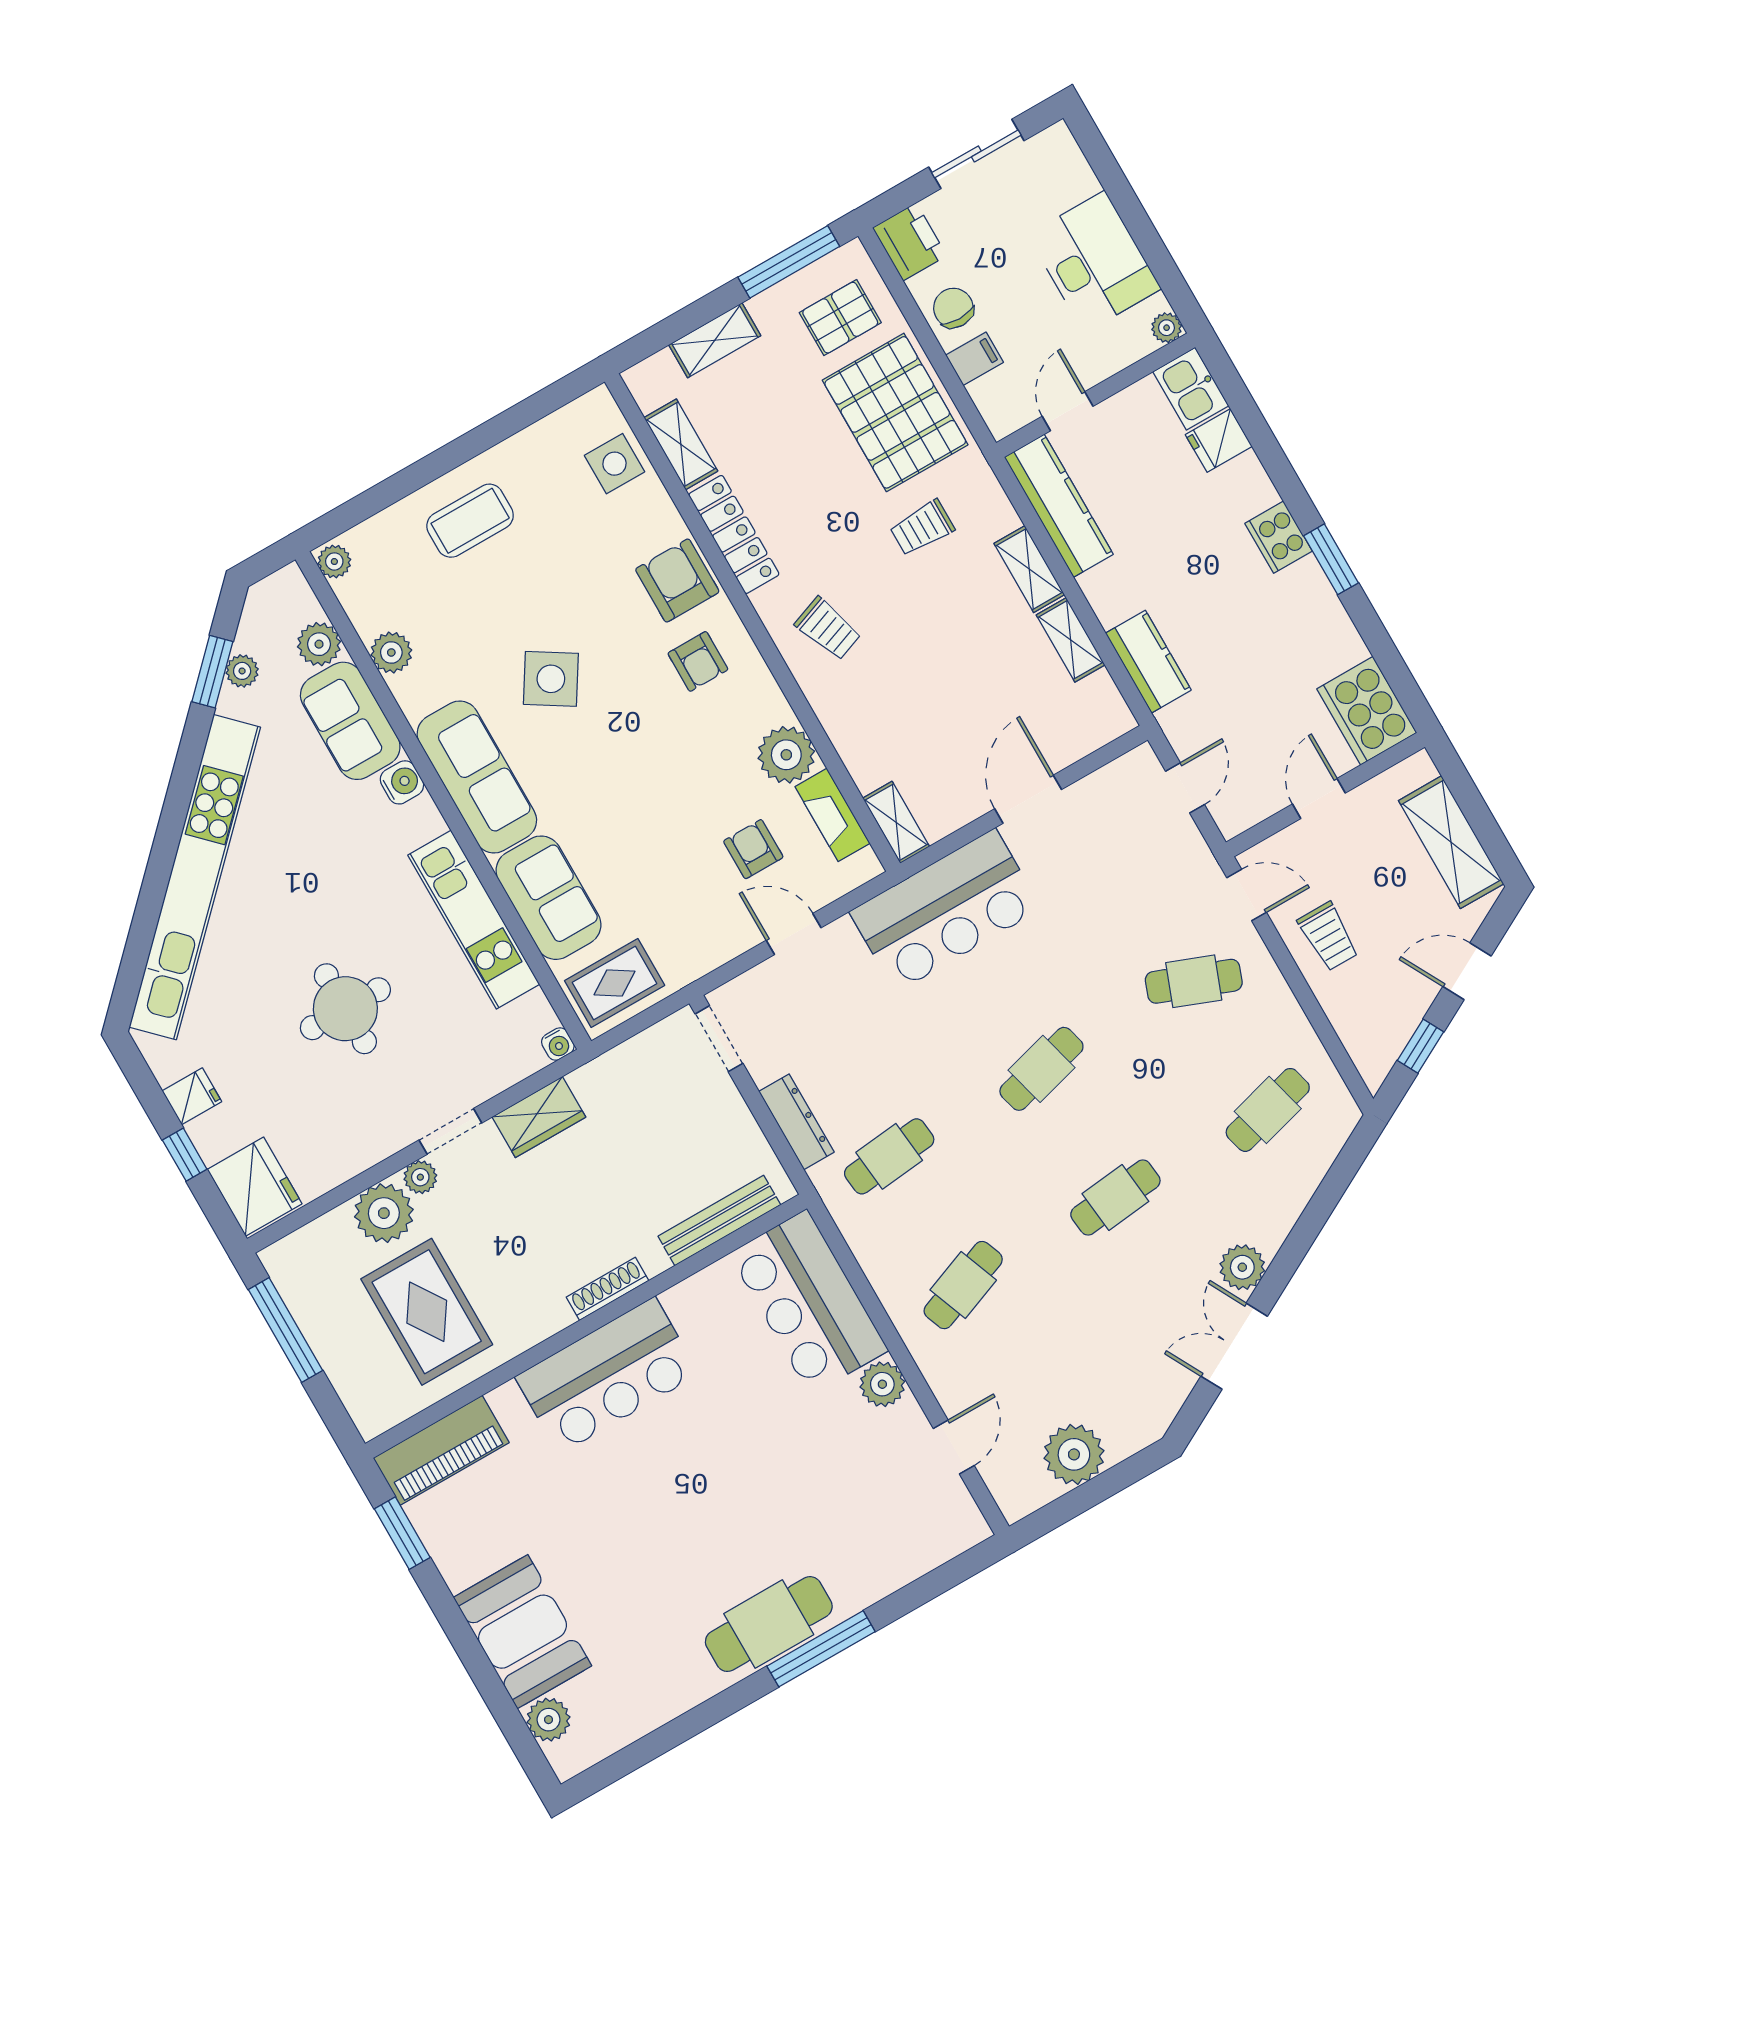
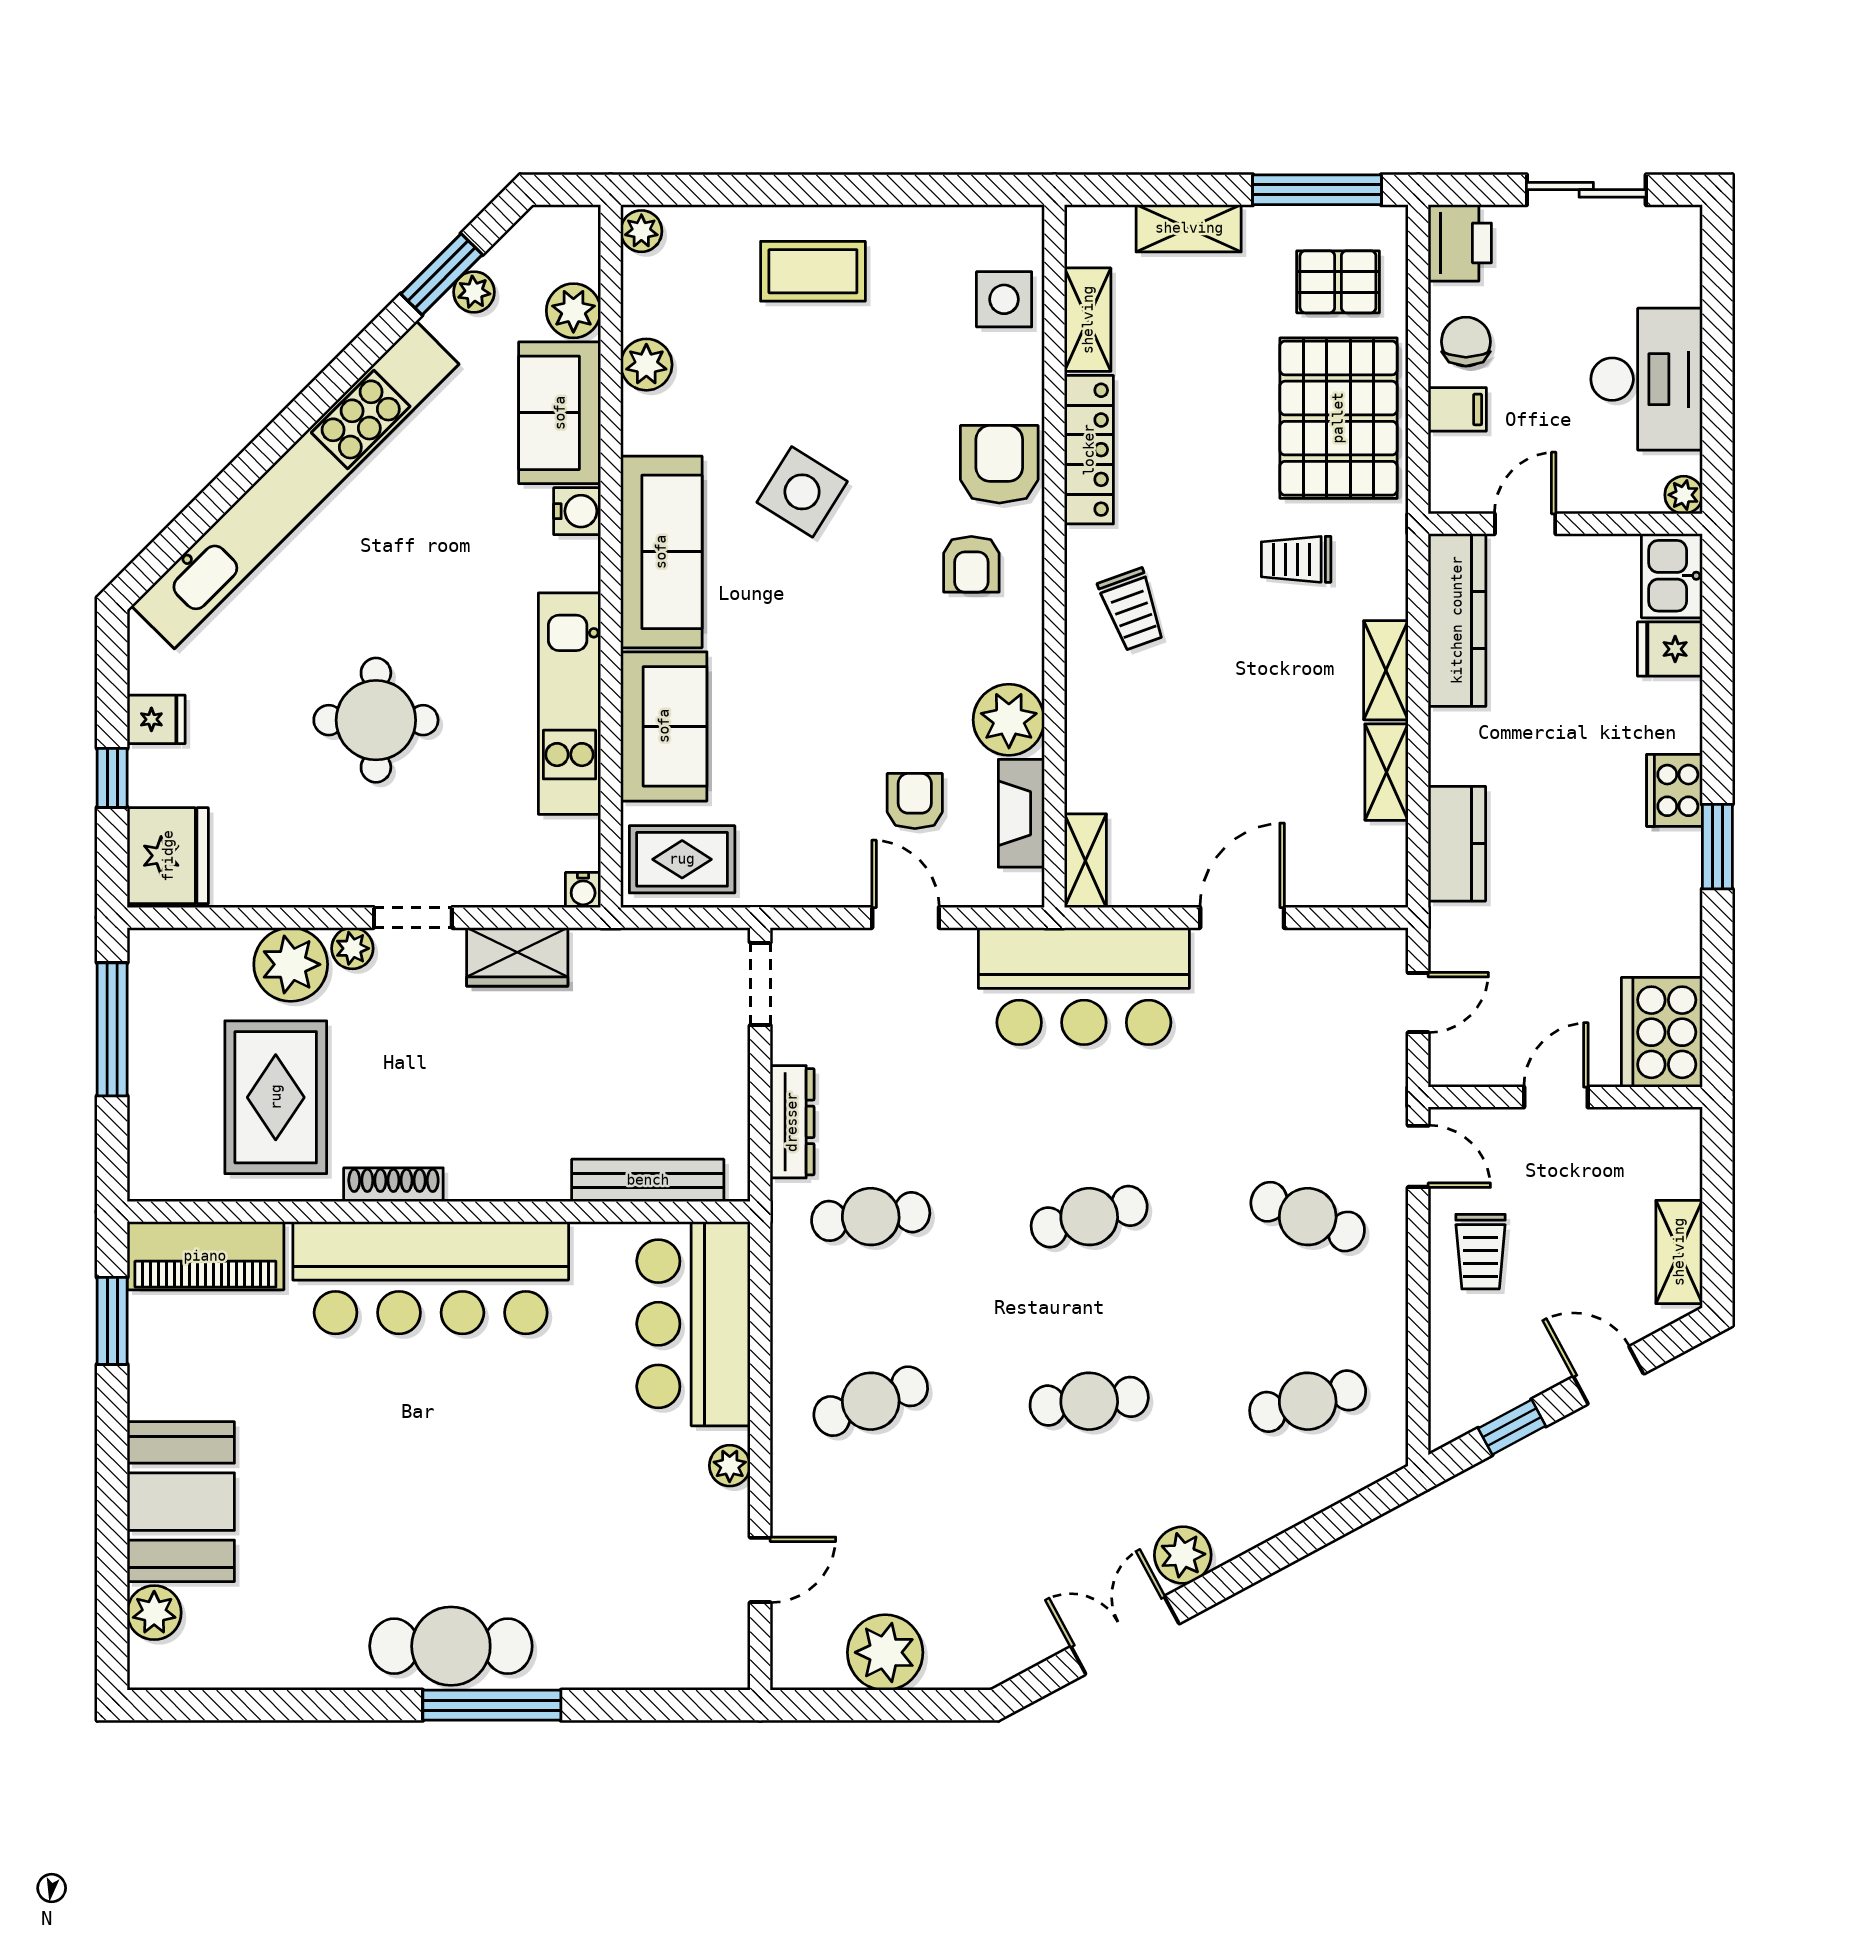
shelving: (1451, 842) -> (1679, 1252), width x0.67, depth x0.75
shoe rack: (608, 1289) -> (393, 1185), moved
bar counter: (607, 1375) -> (431, 1278), width x1.36
plant: (882, 1384) -> (730, 1466), width x0.73, depth x0.73

